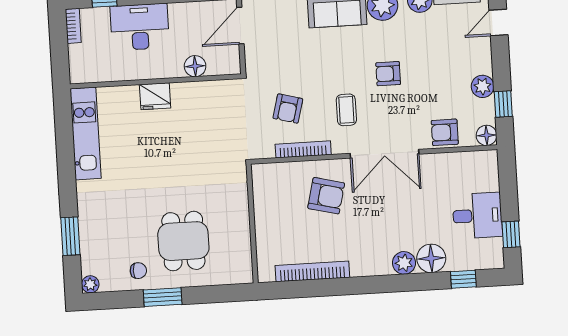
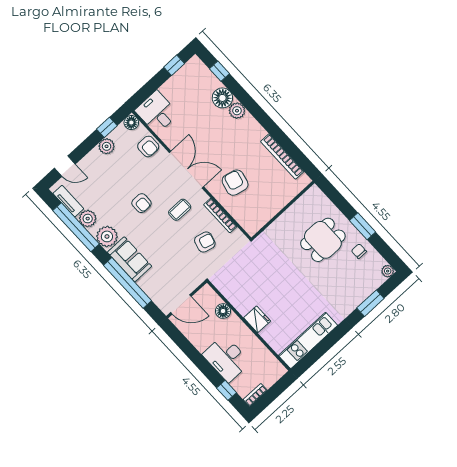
desk: (477, 216) -> (157, 112), moved

